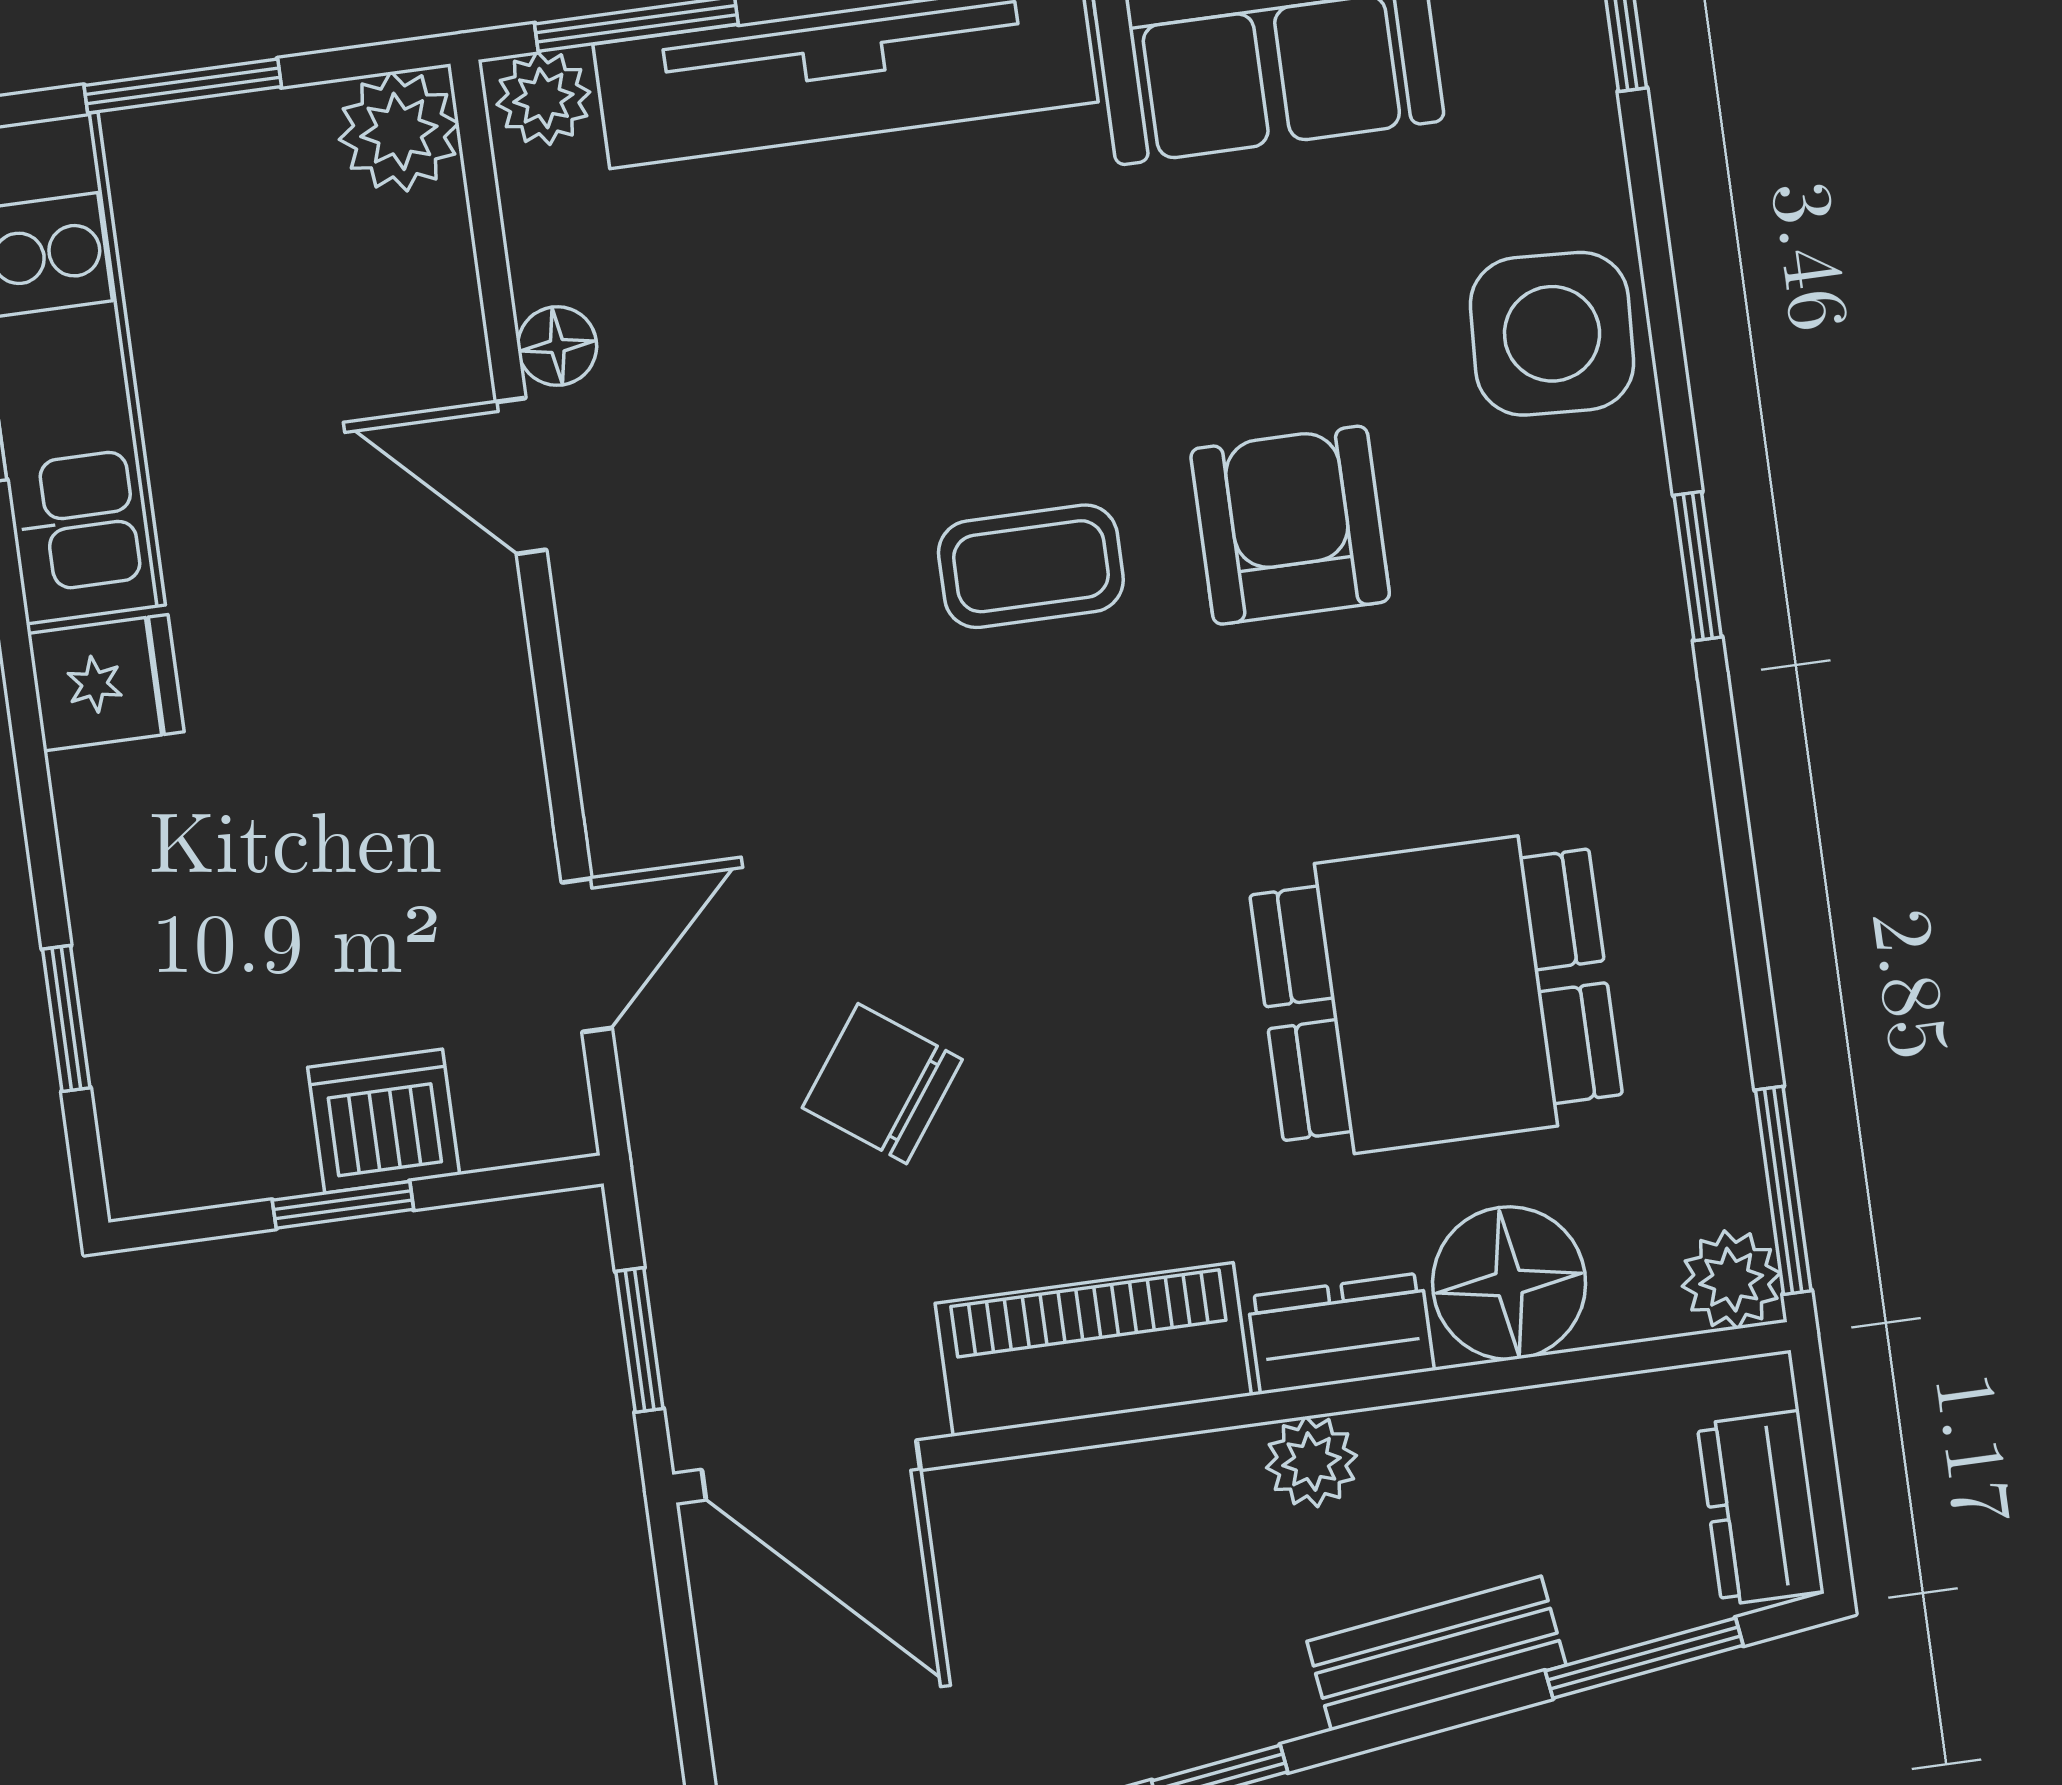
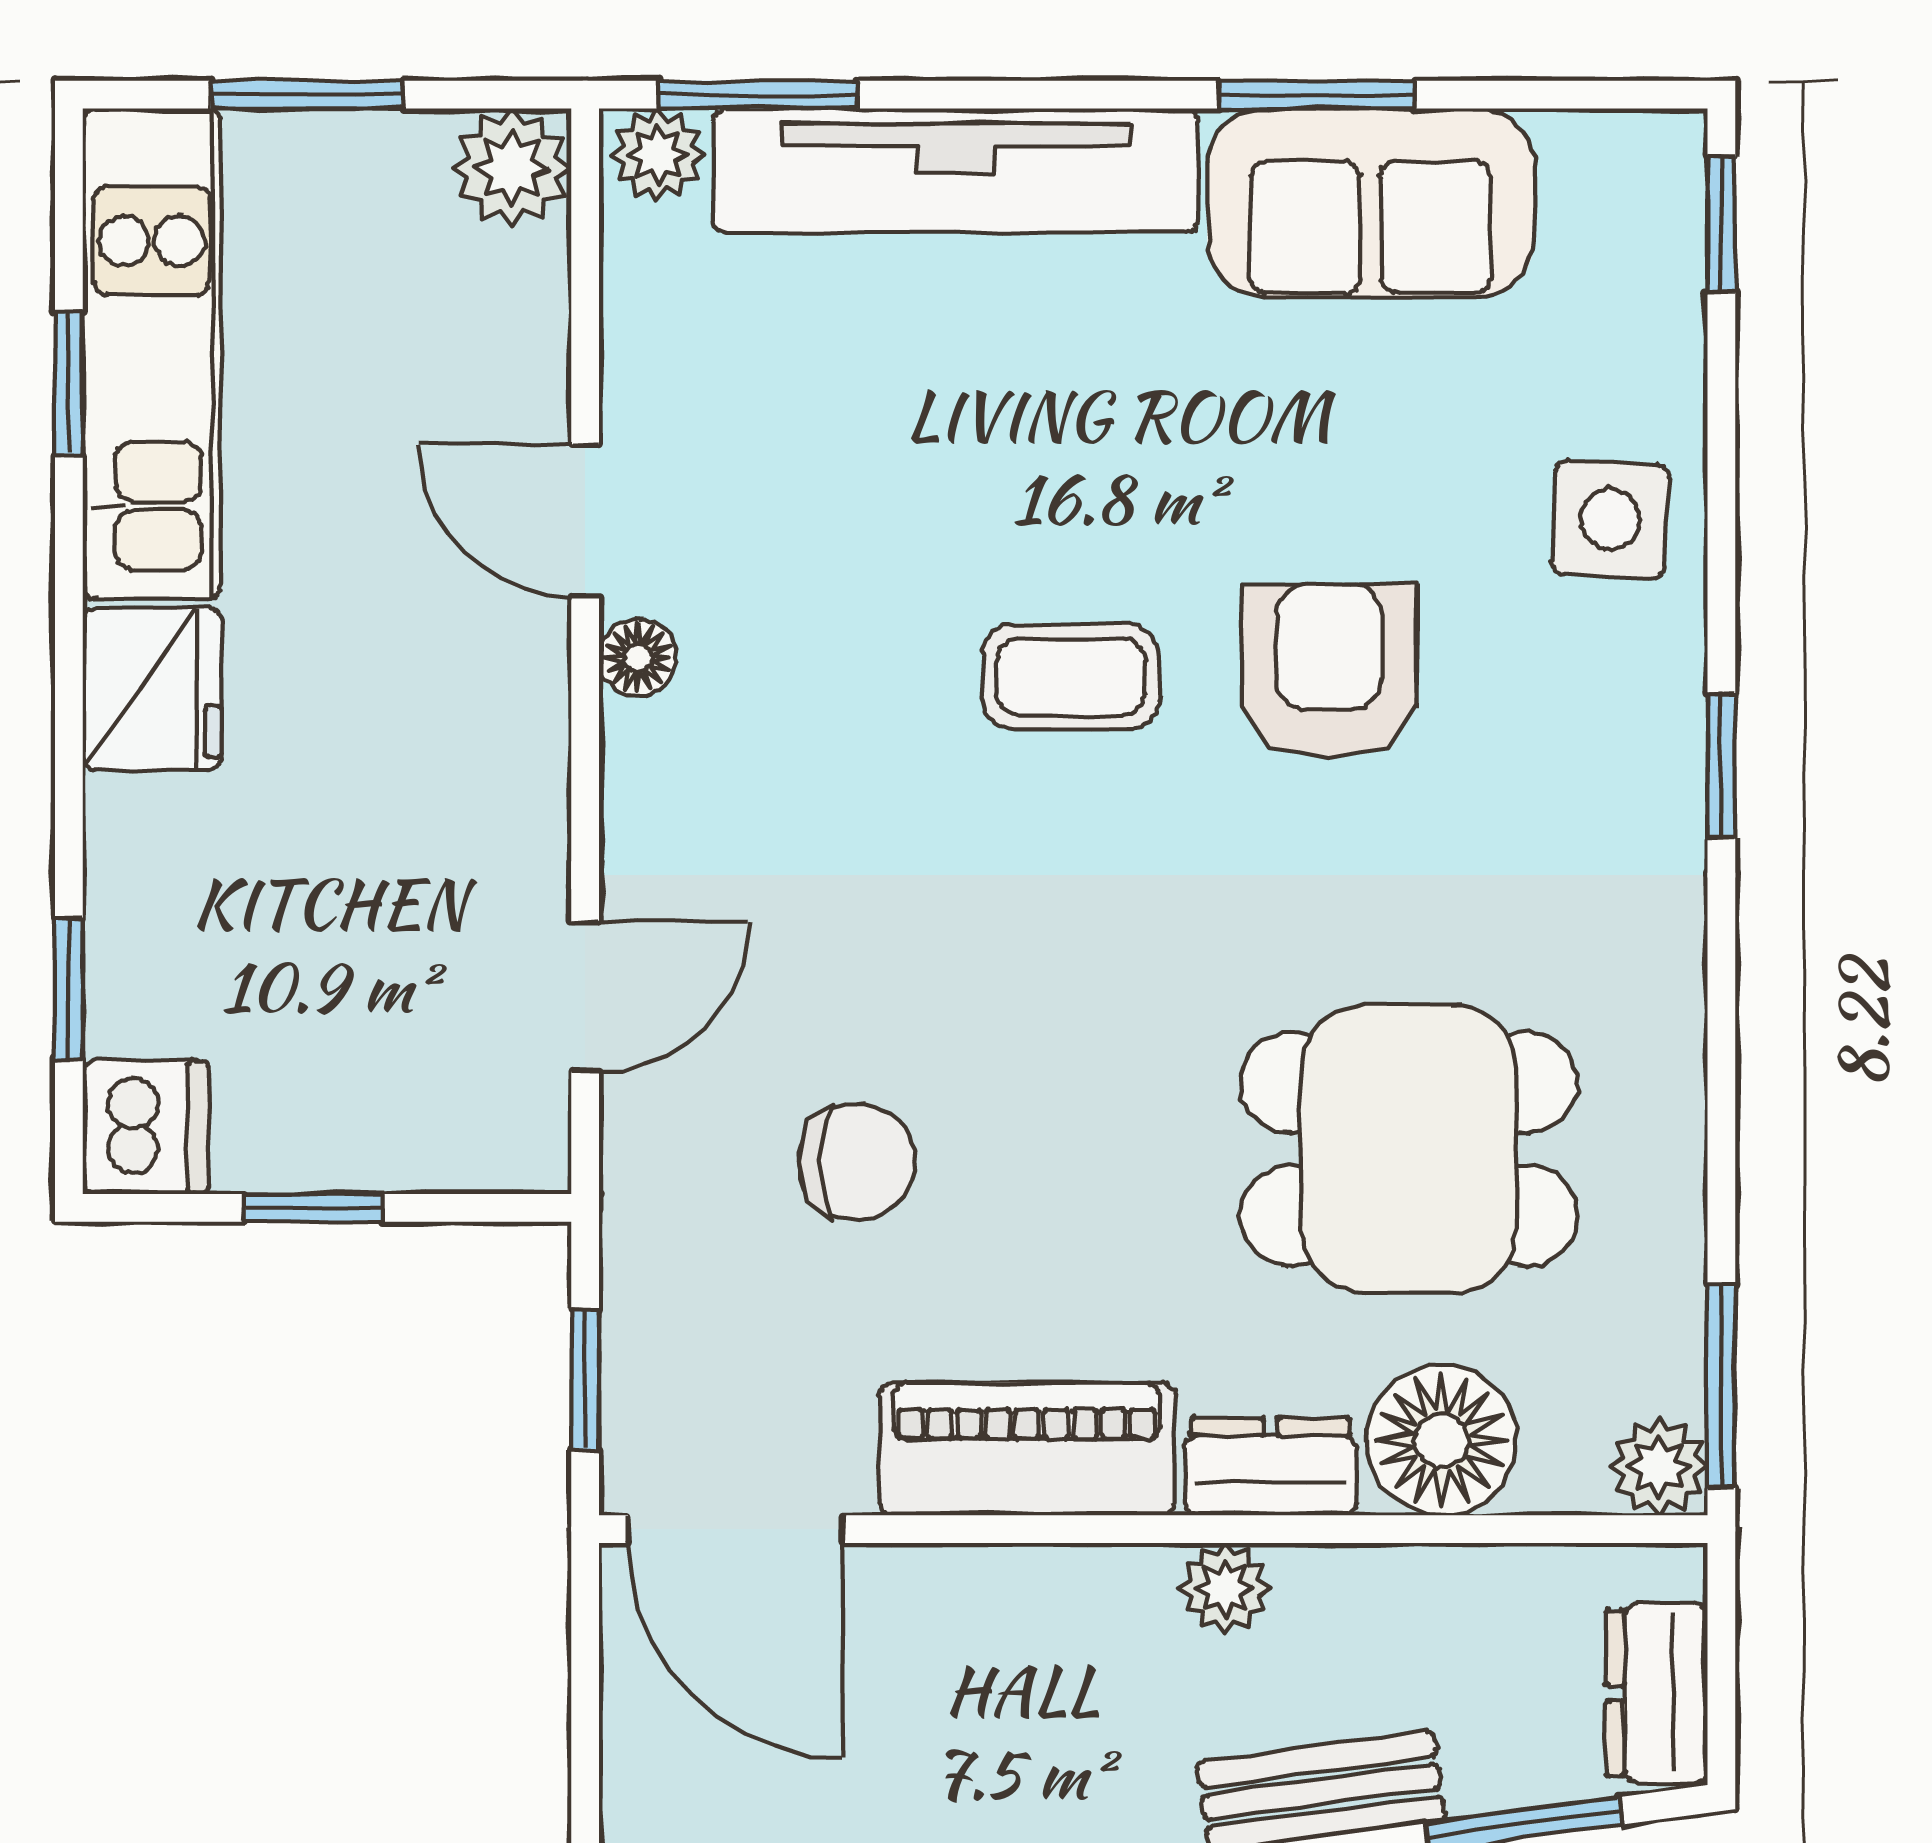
side table: (1552, 334) -> (1610, 519), width x0.73, depth x0.73
floor lamp: (557, 346) -> (638, 658), moved
fridge: (106, 683) -> (152, 689), width x1.38
chair: (882, 1084) -> (856, 1162), turned 144
dishwasher: (384, 1121) -> (145, 1127), moved, turned 90

